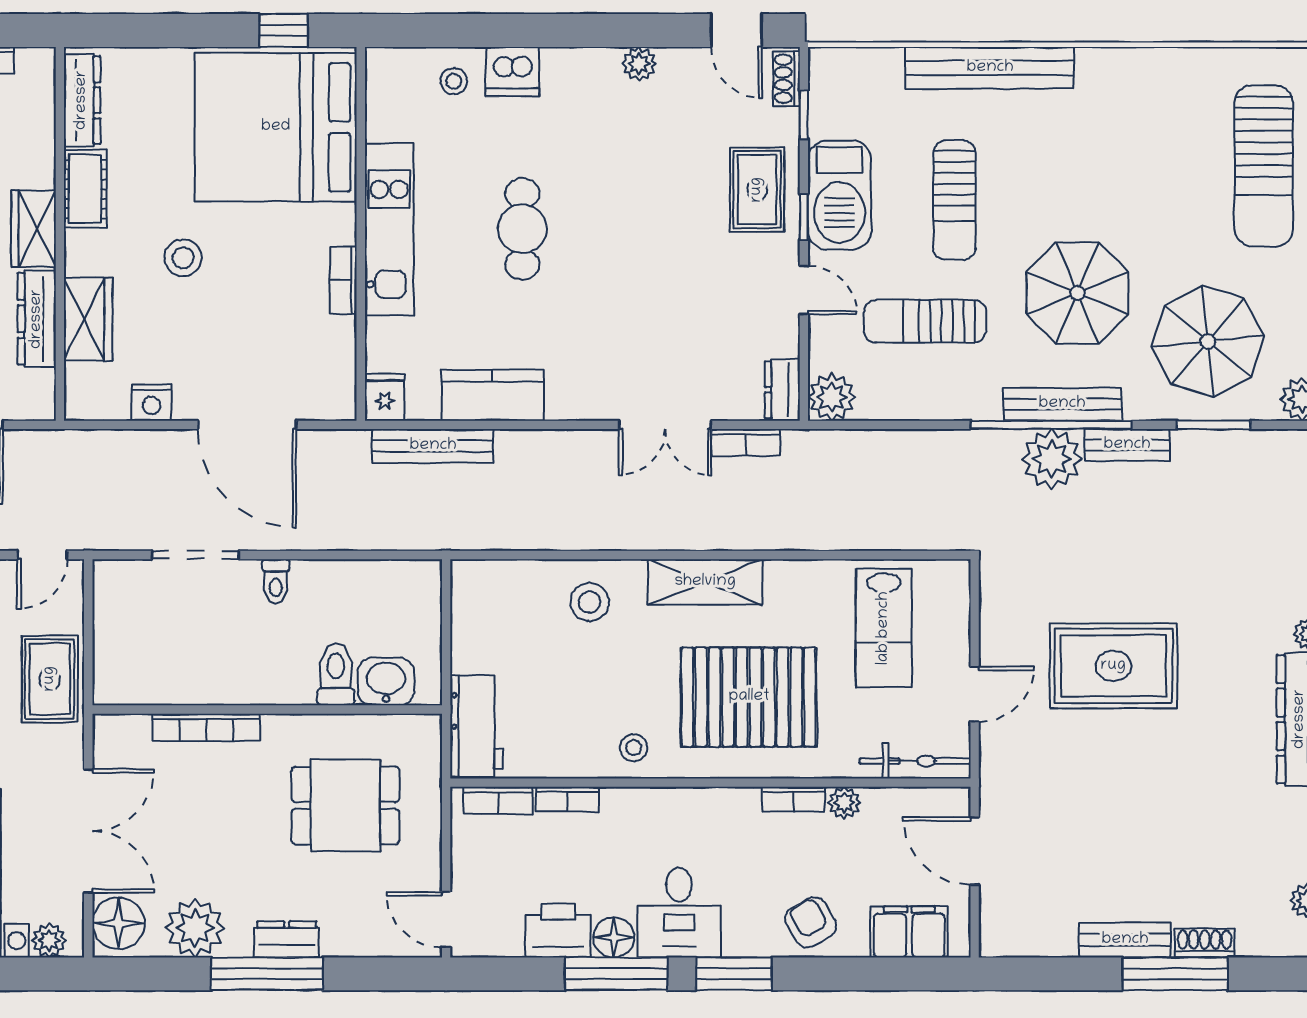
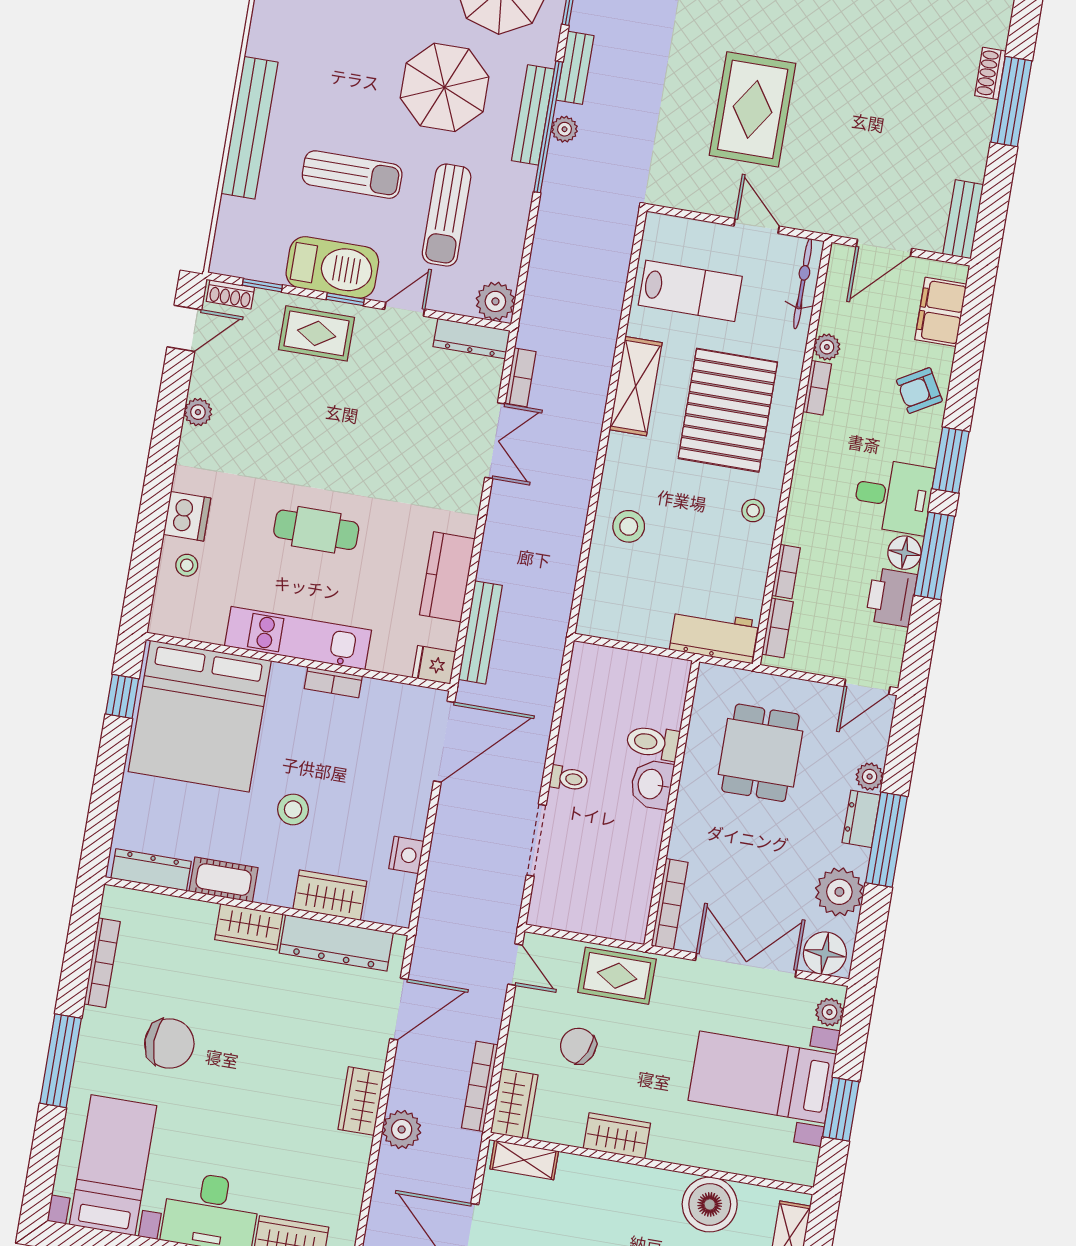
dresser: (37, 319) -> (336, 943), width x1.37, depth x1.24
dresser: (782, 390) -> (472, 339), width x1.44
door: (247, 425) -> (444, 742), moved
plant: (1052, 459) -> (565, 129), width x0.53, depth x0.53
shelving: (705, 582) -> (636, 386), moved
washbasin: (386, 682) -> (652, 784), moved
bookcase: (206, 727) -> (670, 904), moved
bench: (1125, 940) -> (963, 219), moved
plant: (339, 941) -> (870, 777), added

